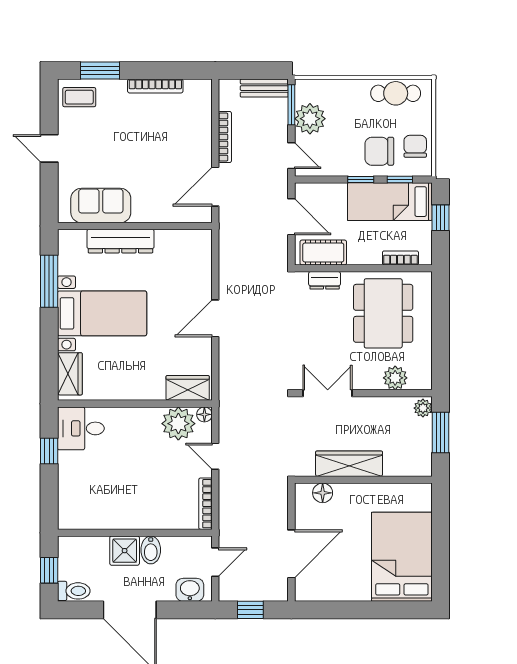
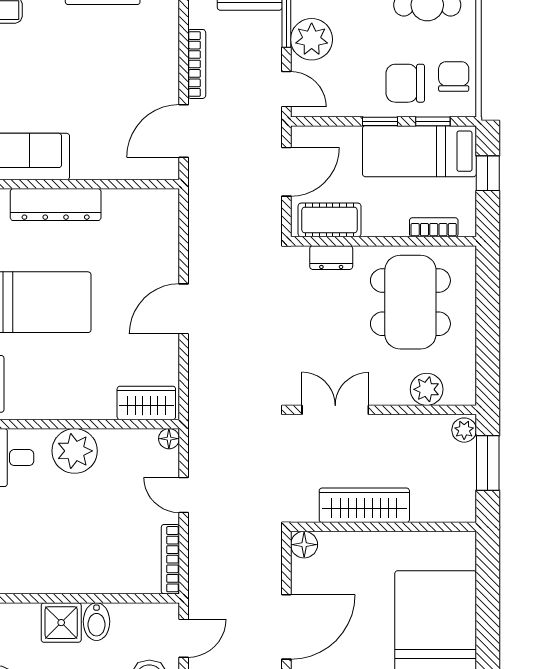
door: (291, 217) -> (286, 172), hinge flipped
plant: (178, 424) -> (75, 451), moved
floor lamp: (323, 493) -> (304, 545), moved

